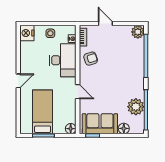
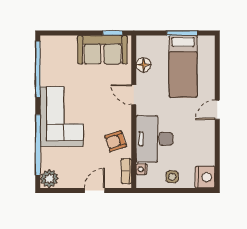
door: (105, 24) -> (95, 190), swing flipped
corner sofa: (129, 76) -> (62, 117), added
plant: (136, 107) -> (52, 74), removed
floor lamp: (124, 128) -> (69, 43), removed
floor lamp: (71, 129) -> (144, 65), moved

